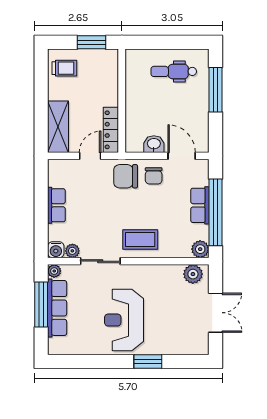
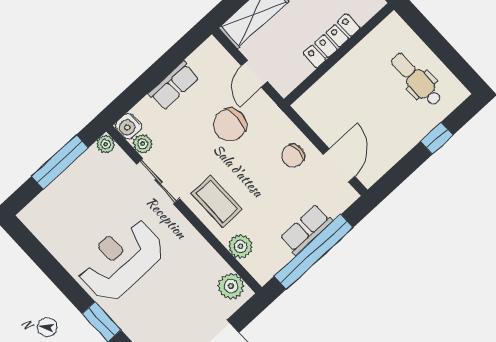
window: (216, 90) -> (437, 138), width x0.46
locker: (111, 130) -> (332, 41), moved
washbasin: (154, 144) -> (325, 127), removed
door: (90, 156) -> (254, 74), swing flipped
chair: (126, 176) -> (230, 125), moved, turned -90
plant: (200, 249) -> (241, 246), moved
row of seats: (57, 308) -> (71, 181), removed

